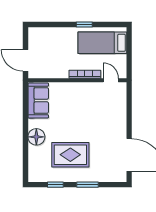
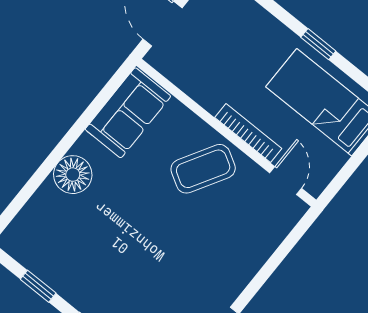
coffee table: (79, 99) -> (203, 169), added
rug: (70, 155) -> (107, 255), removed

